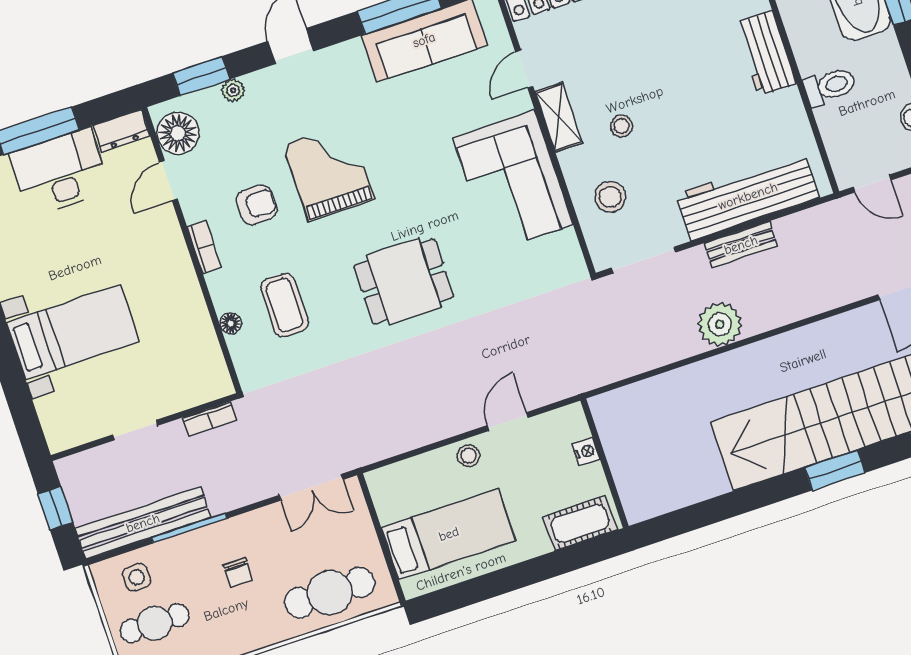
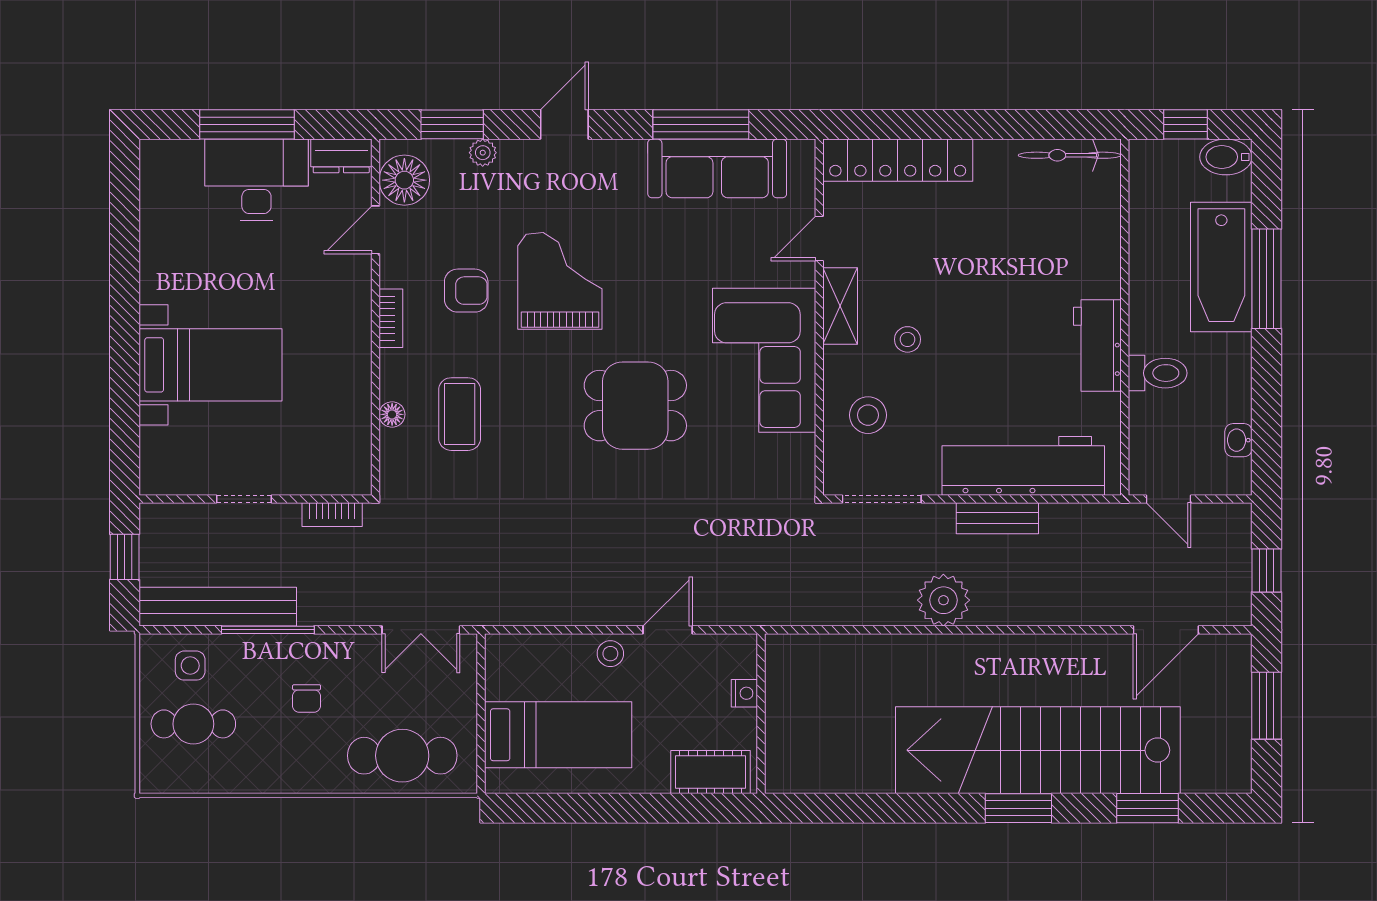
workbench: (765, 53) -> (1097, 346), moved
dining table: (404, 282) -> (635, 406), moved

